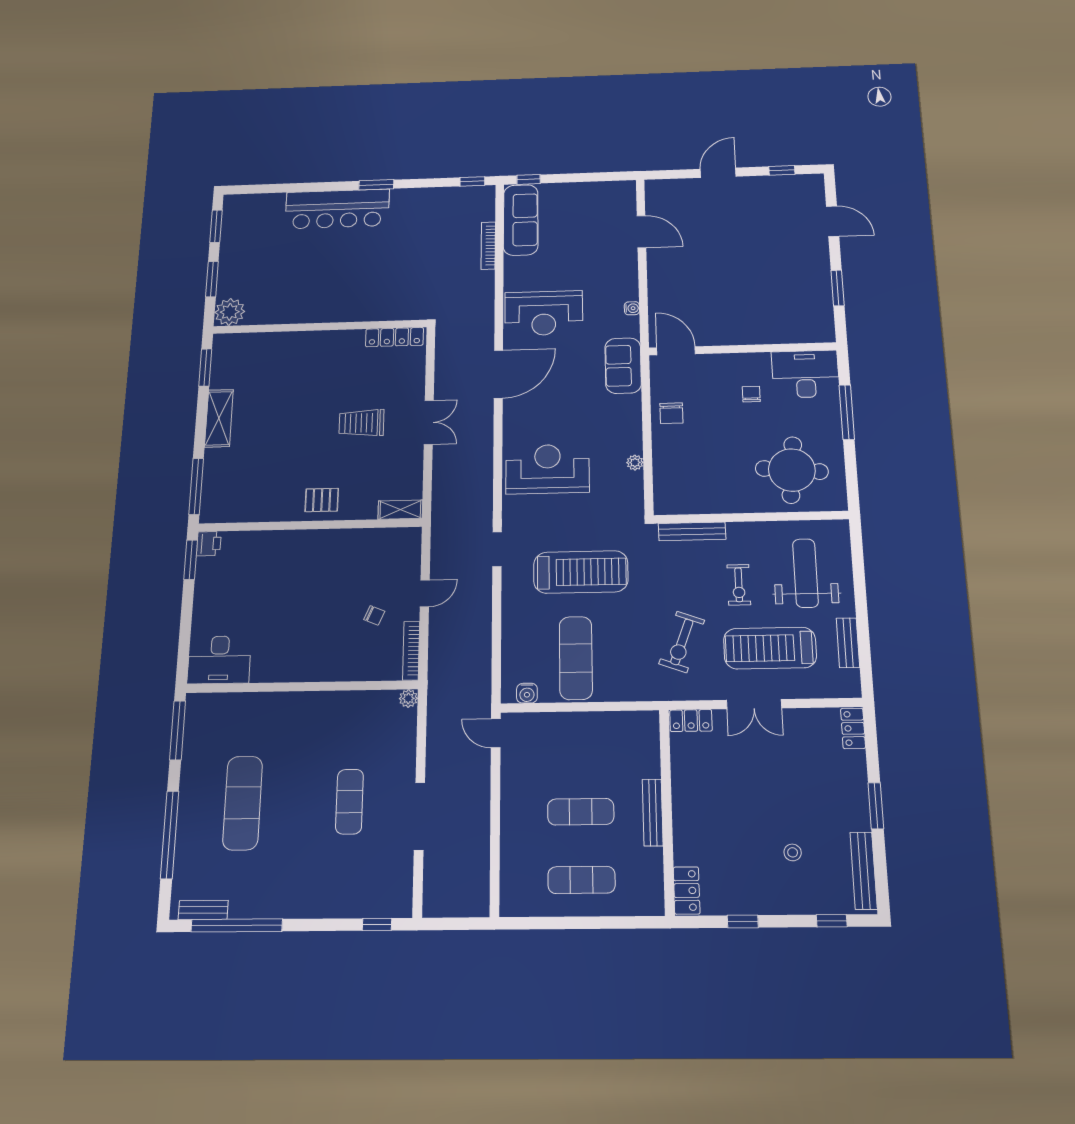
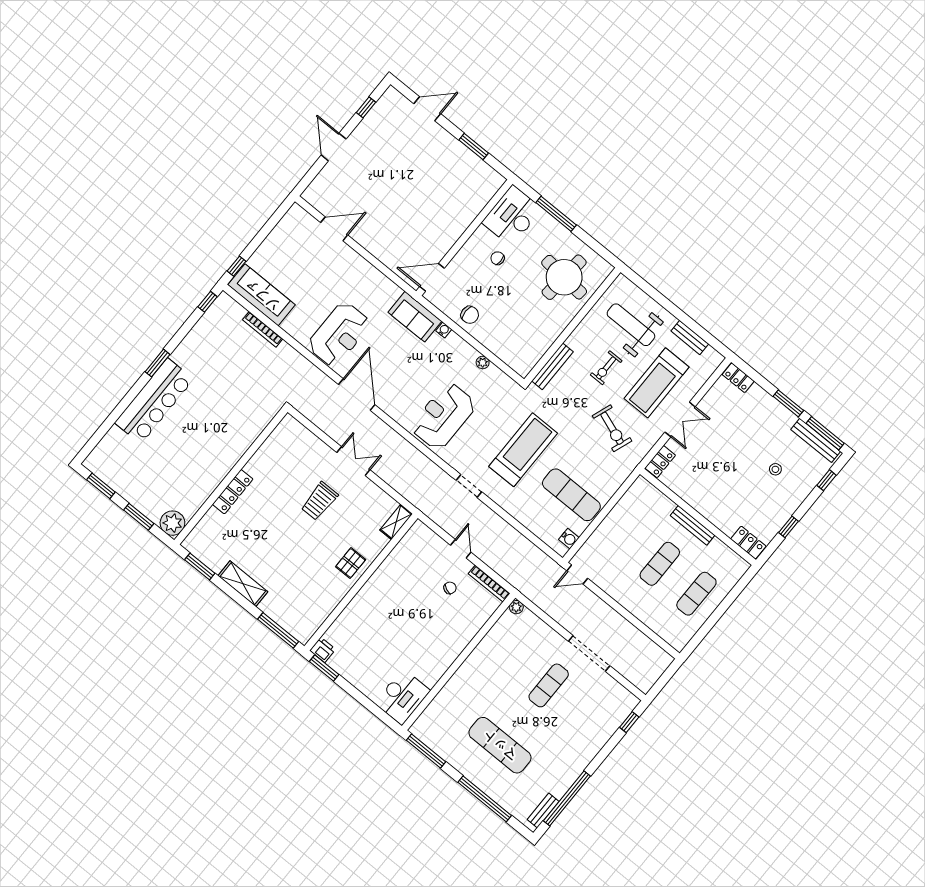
water cooler: (632, 308) -> (444, 330), moved
locker: (394, 337) -> (233, 492), moved
exercise bike: (739, 585) -> (606, 368), turned 90
exercise mat: (349, 802) -> (549, 685), turned 90
window: (881, 875) -> (825, 433), added

